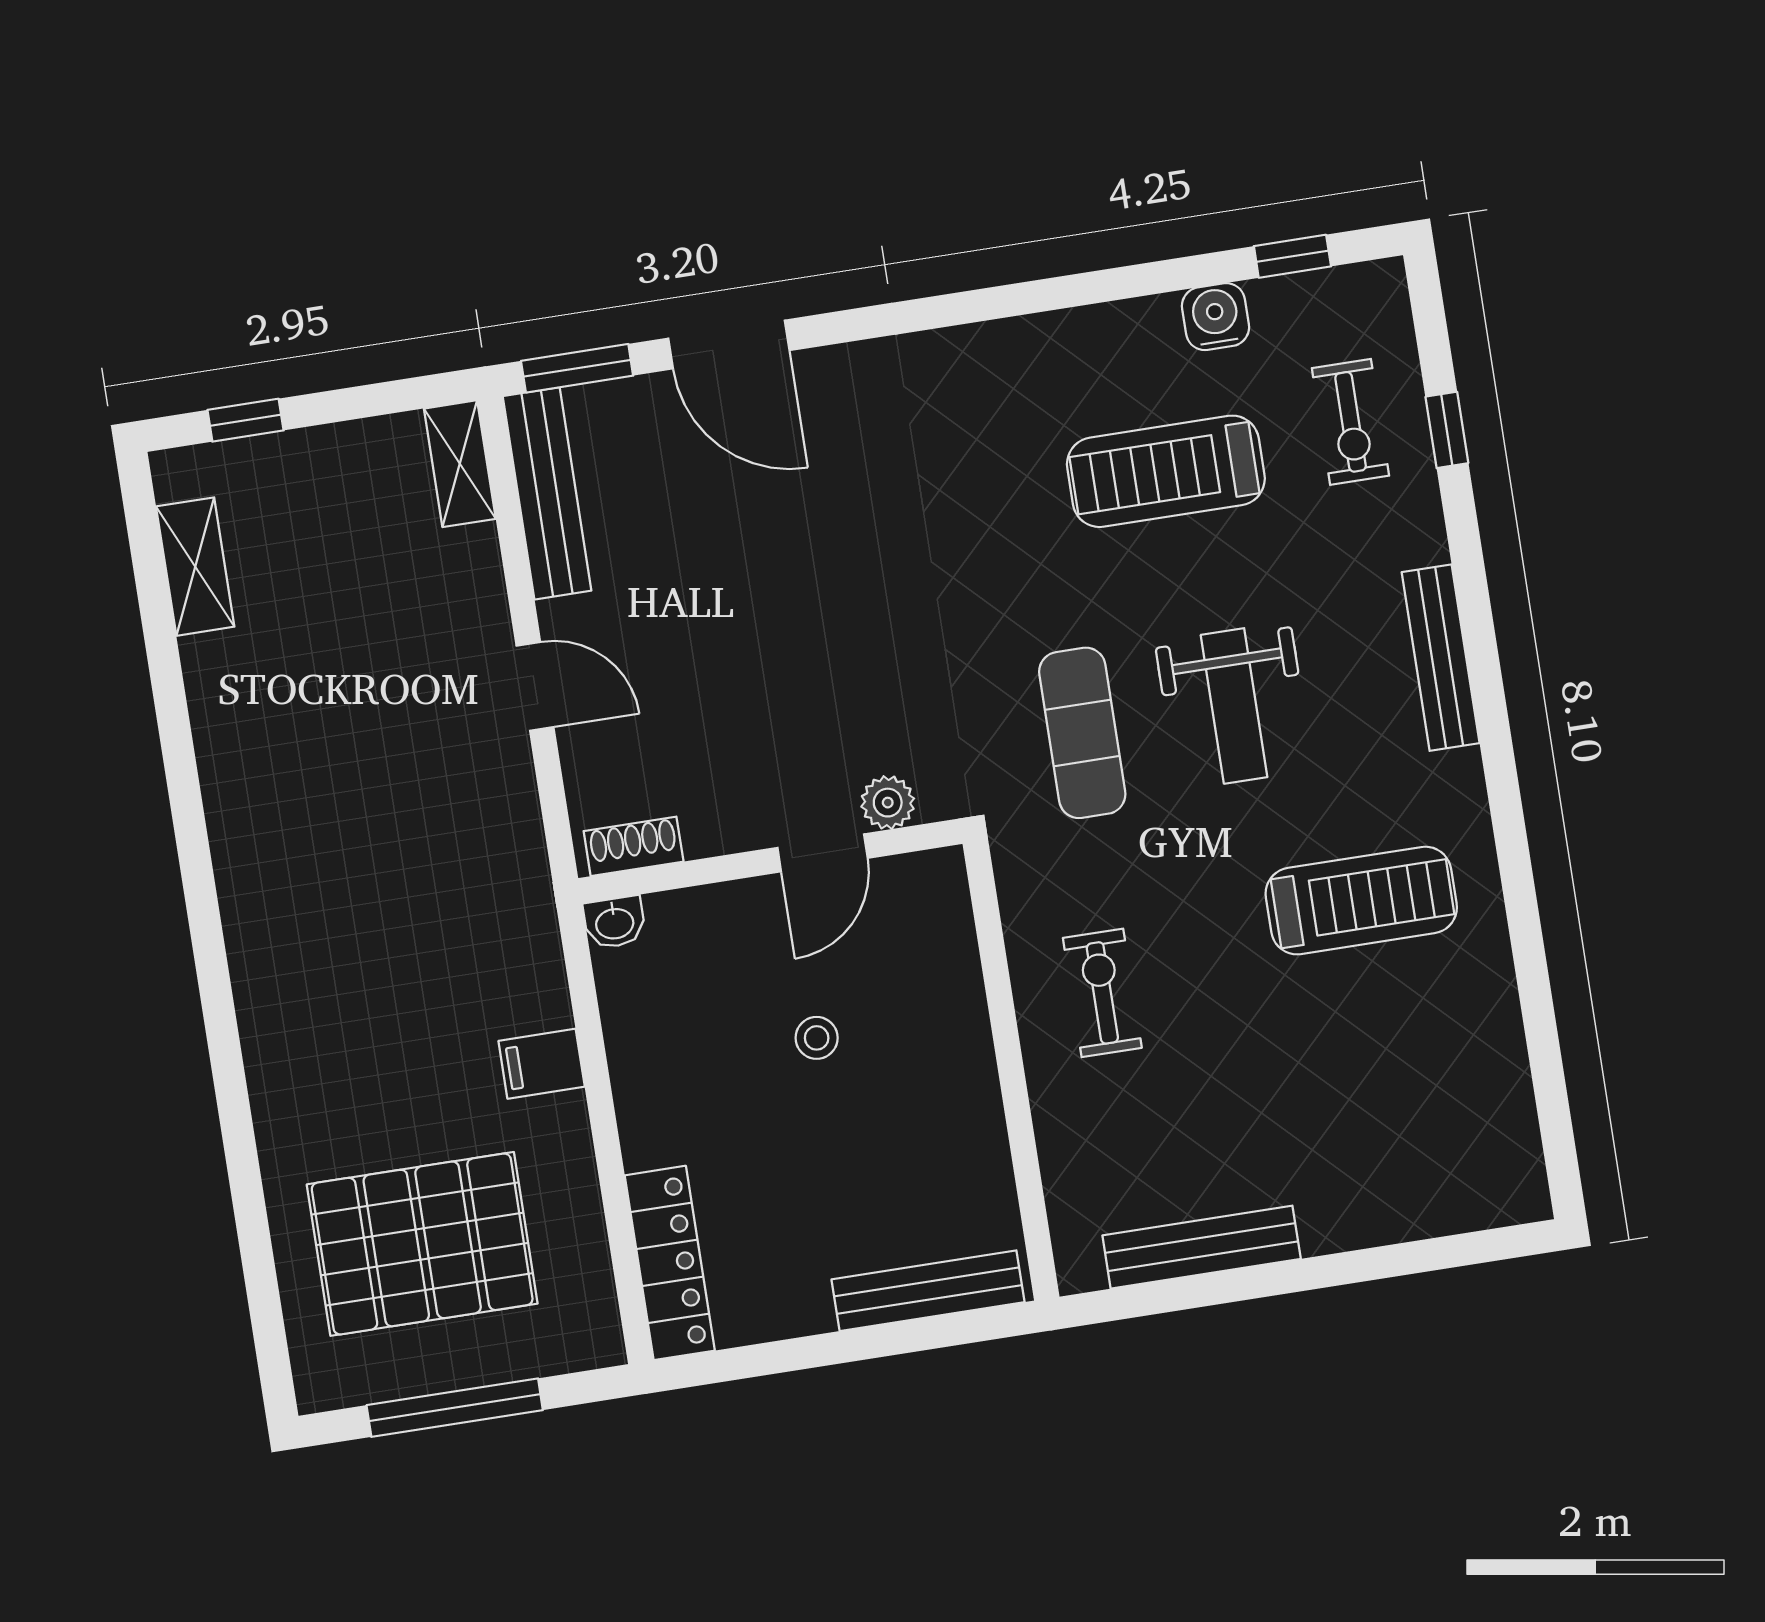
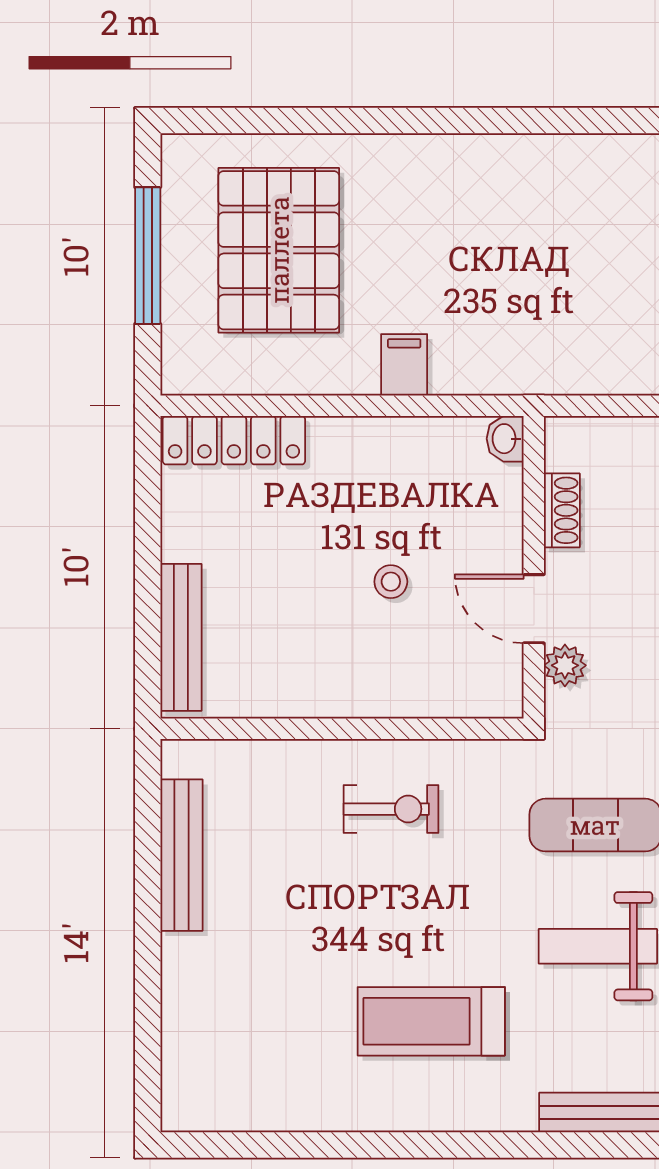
shoe rack: (634, 846) -> (562, 510), moved
treadmill: (1361, 901) -> (431, 1021), turned 90

